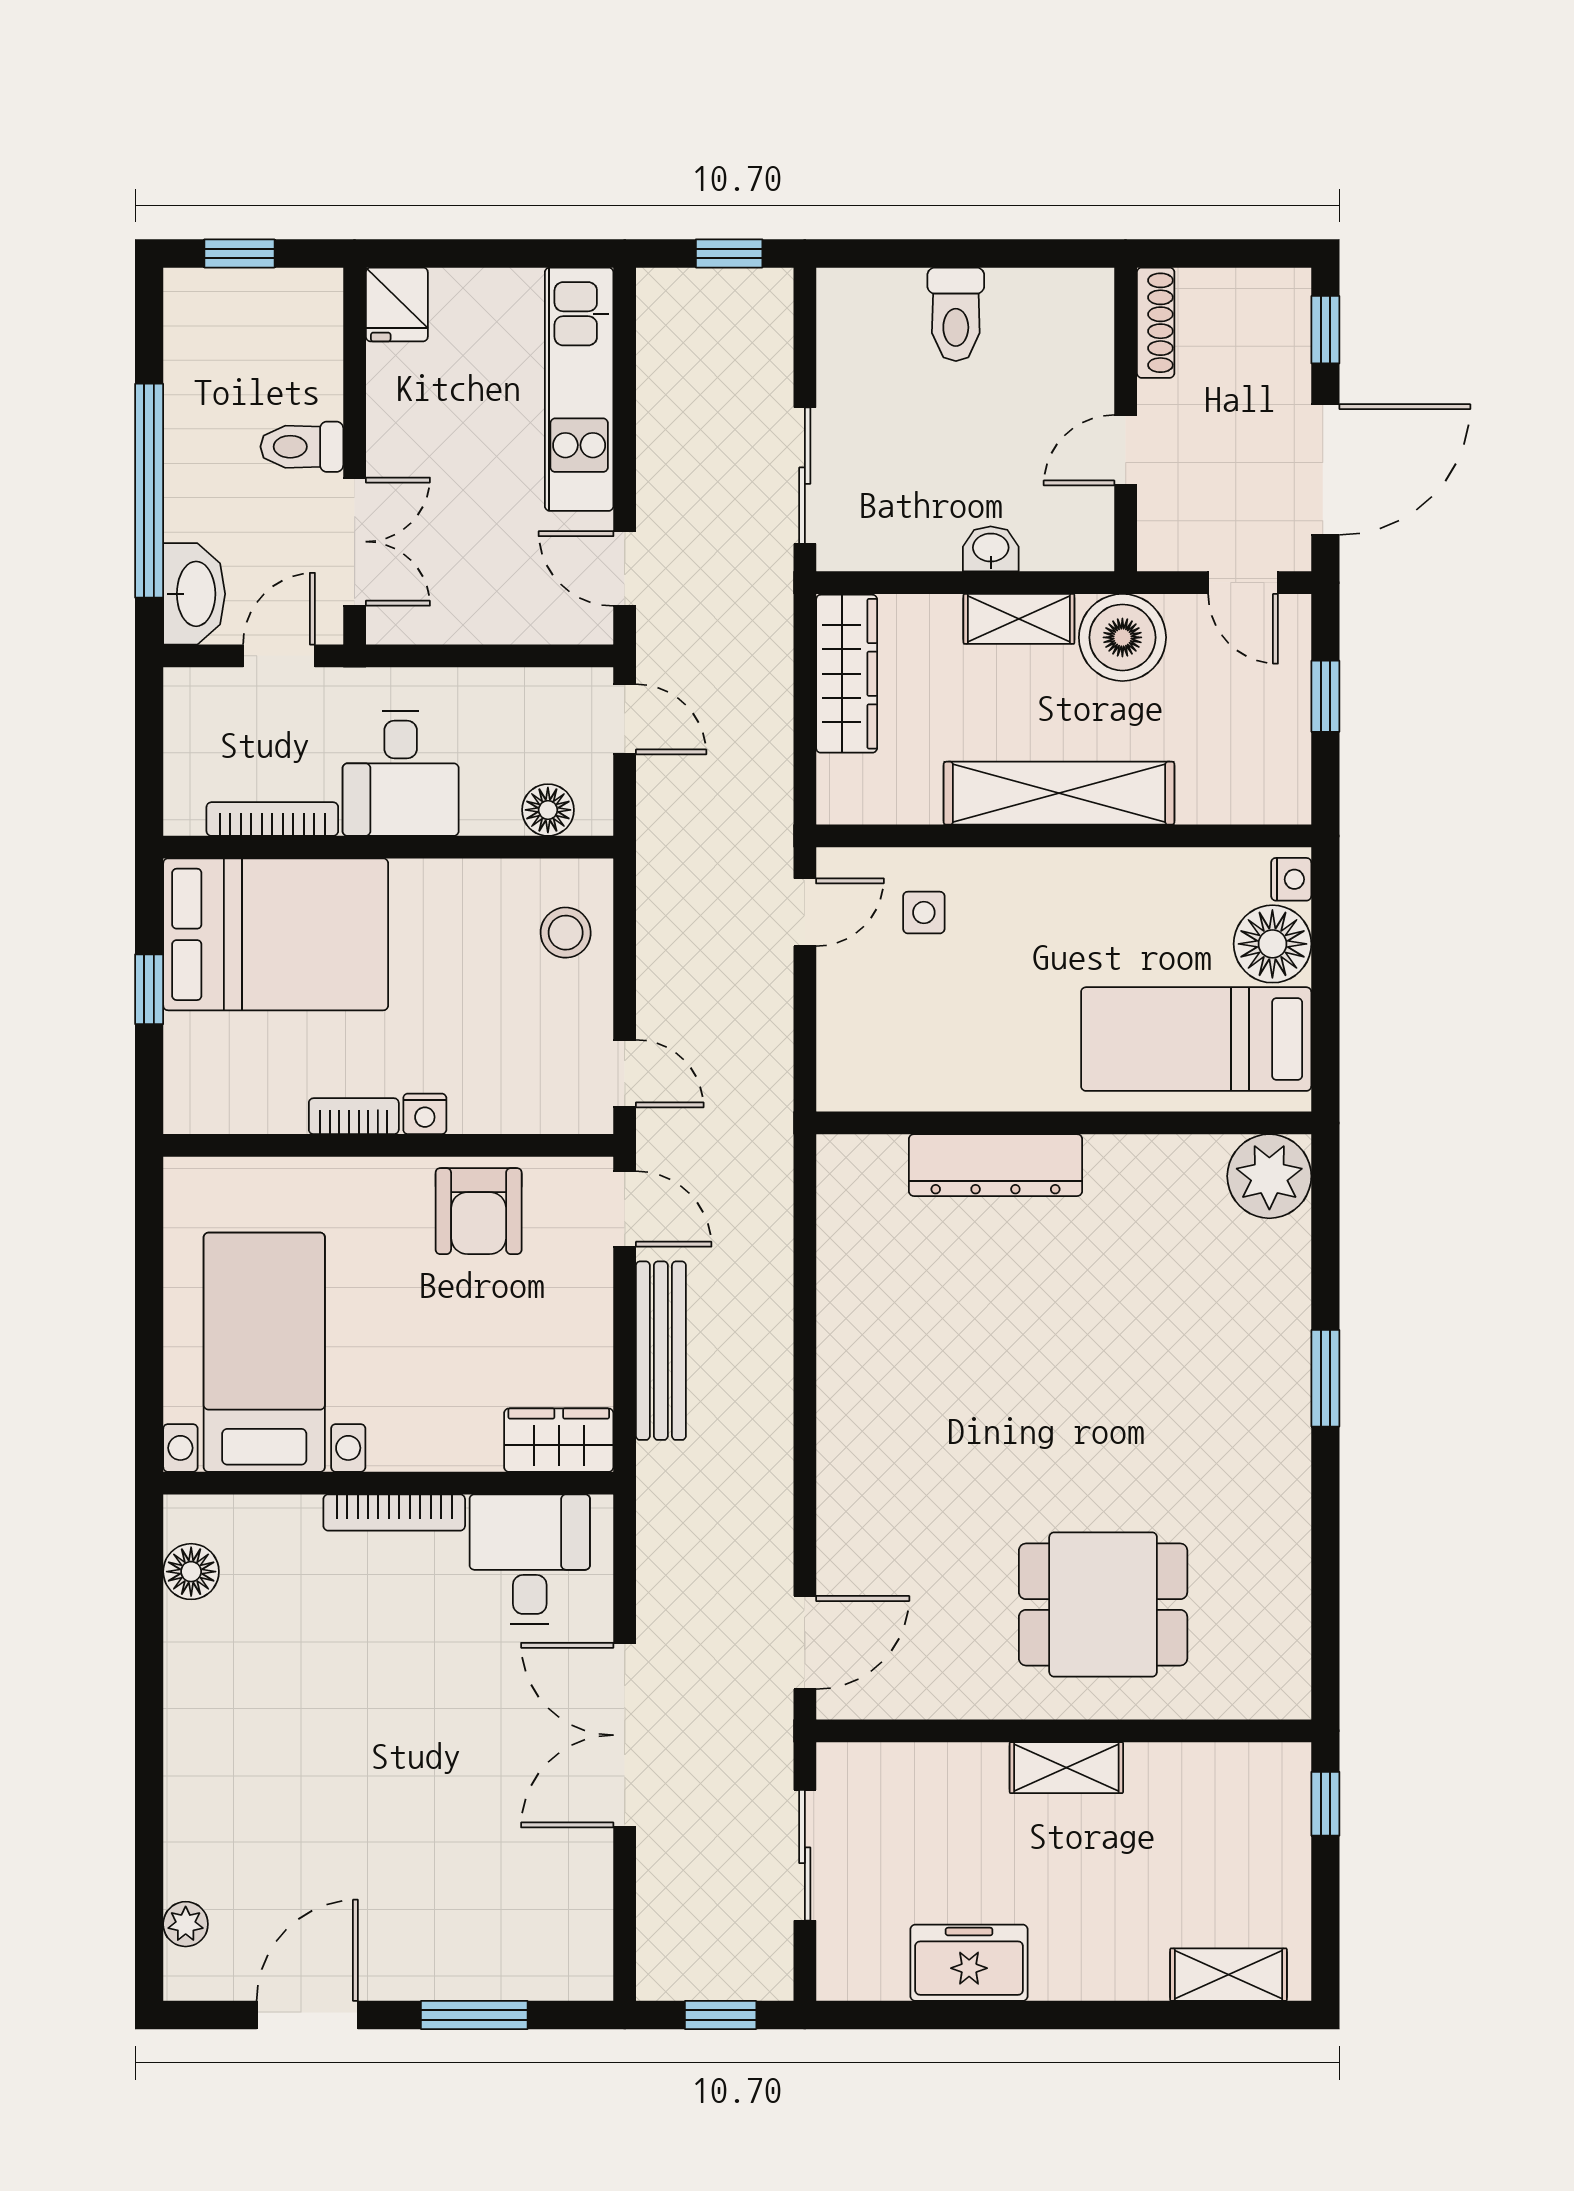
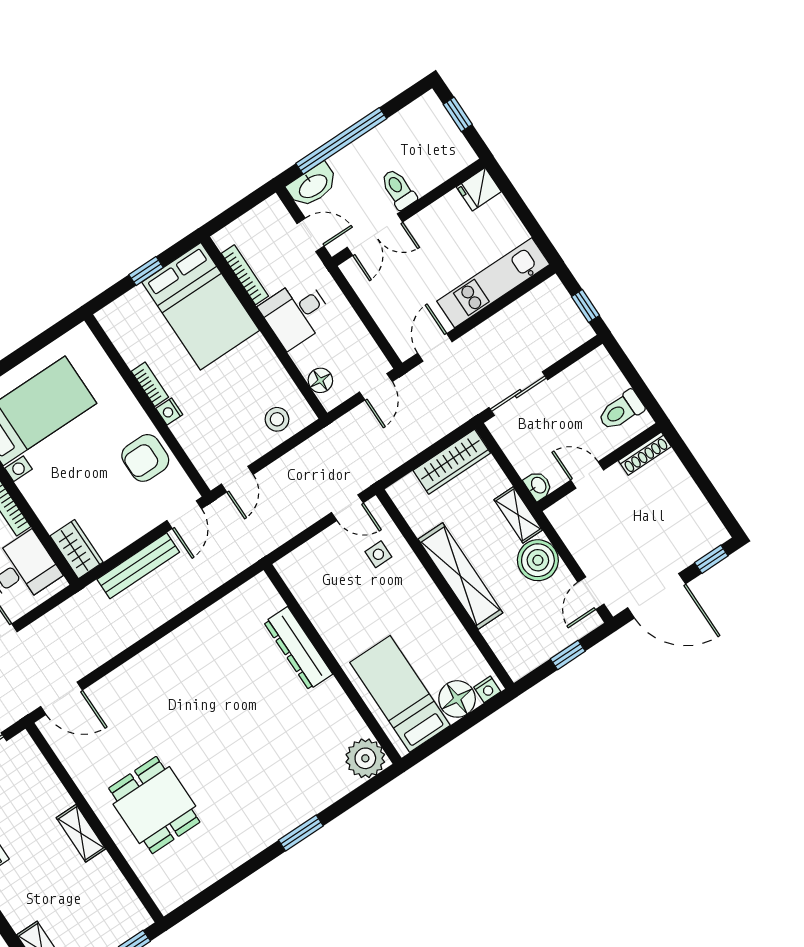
shoe rack: (1156, 323) -> (645, 454), moved
wall: (1126, 419) -> (599, 467), moved
door: (1126, 450) -> (587, 475), moved

